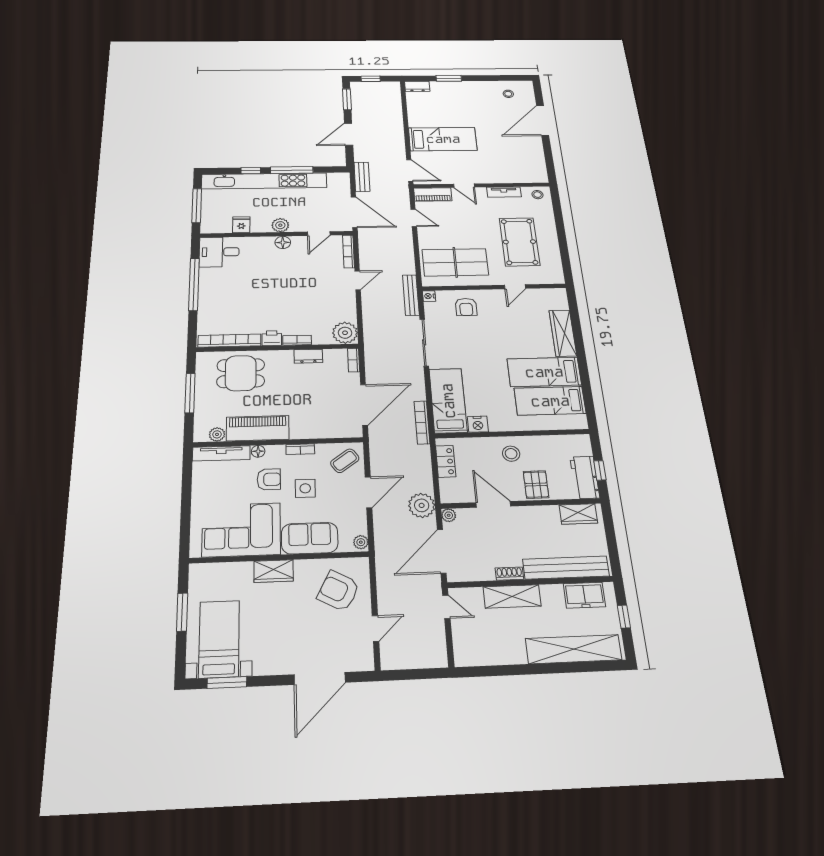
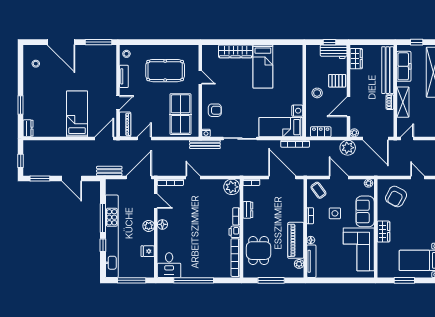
window: (549, 162) -> (98, 42), added
bed: (550, 401) -> (283, 66), removed
armchair: (269, 479) -> (329, 234), removed
freezer: (584, 595) -> (404, 66), width x1.40

